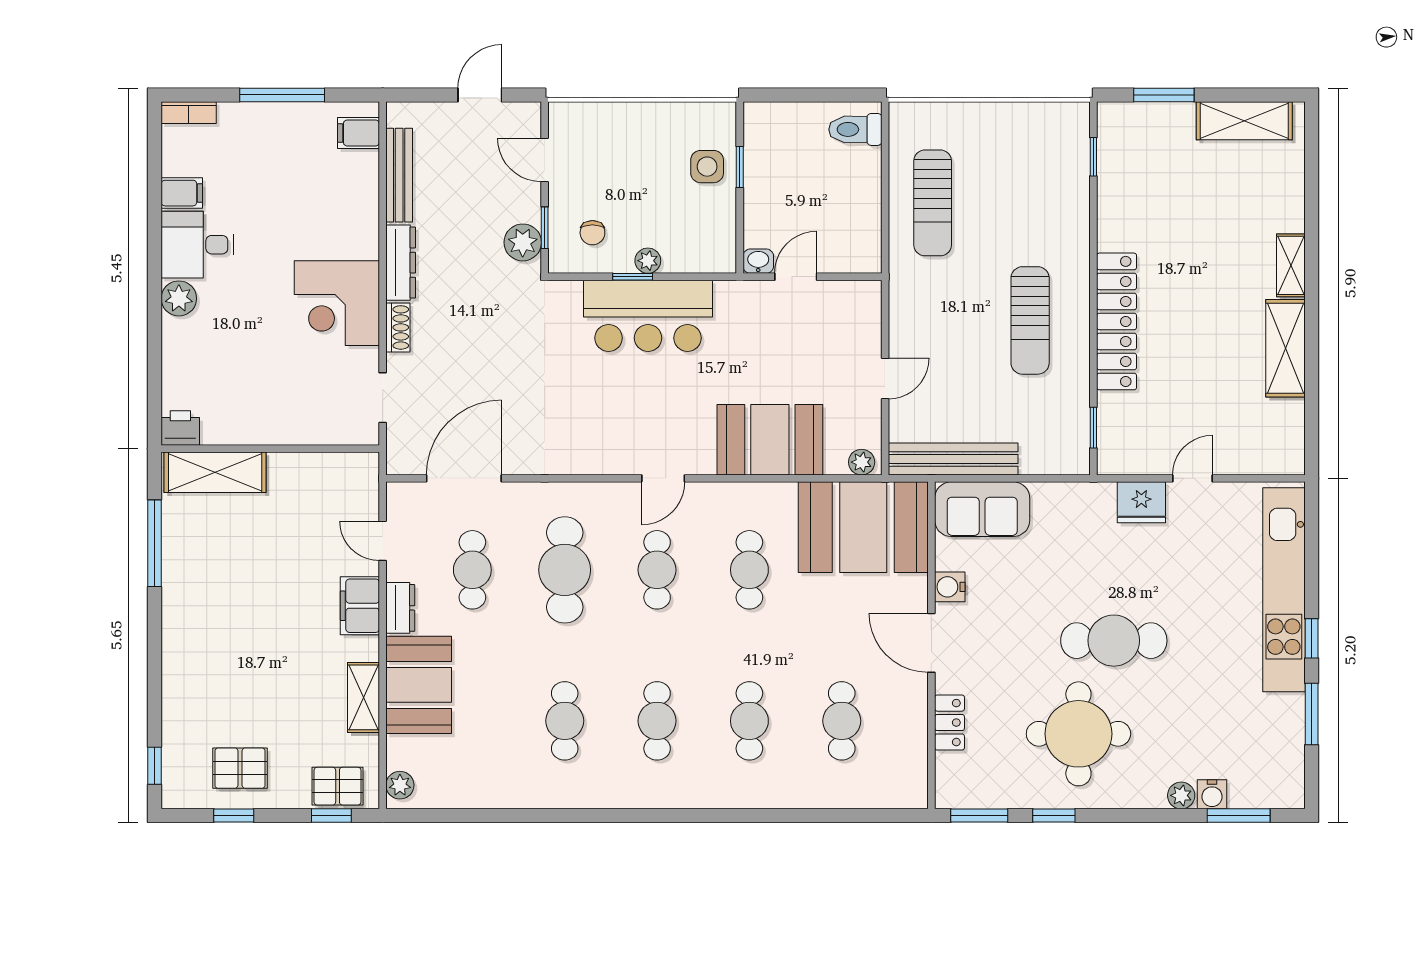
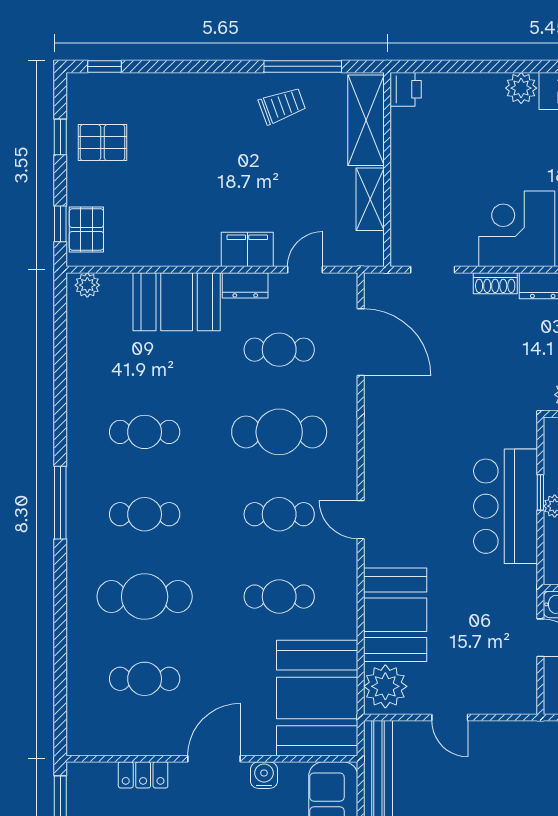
plant: (862, 462) -> (385, 686), width x1.88, depth x1.88
trolley: (199, 567) -> (282, 106), added
shelving: (364, 697) -> (370, 199), moved, turned 90
cafe table: (749, 721) -> (145, 597), width x1.37, depth x1.35
pallet: (240, 768) -> (102, 143), turned 90
window: (644, 816) -> (60, 503), added

